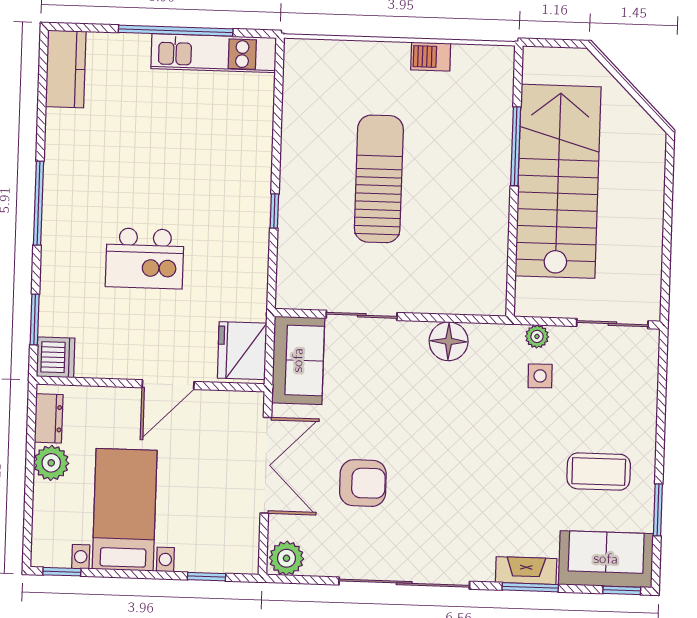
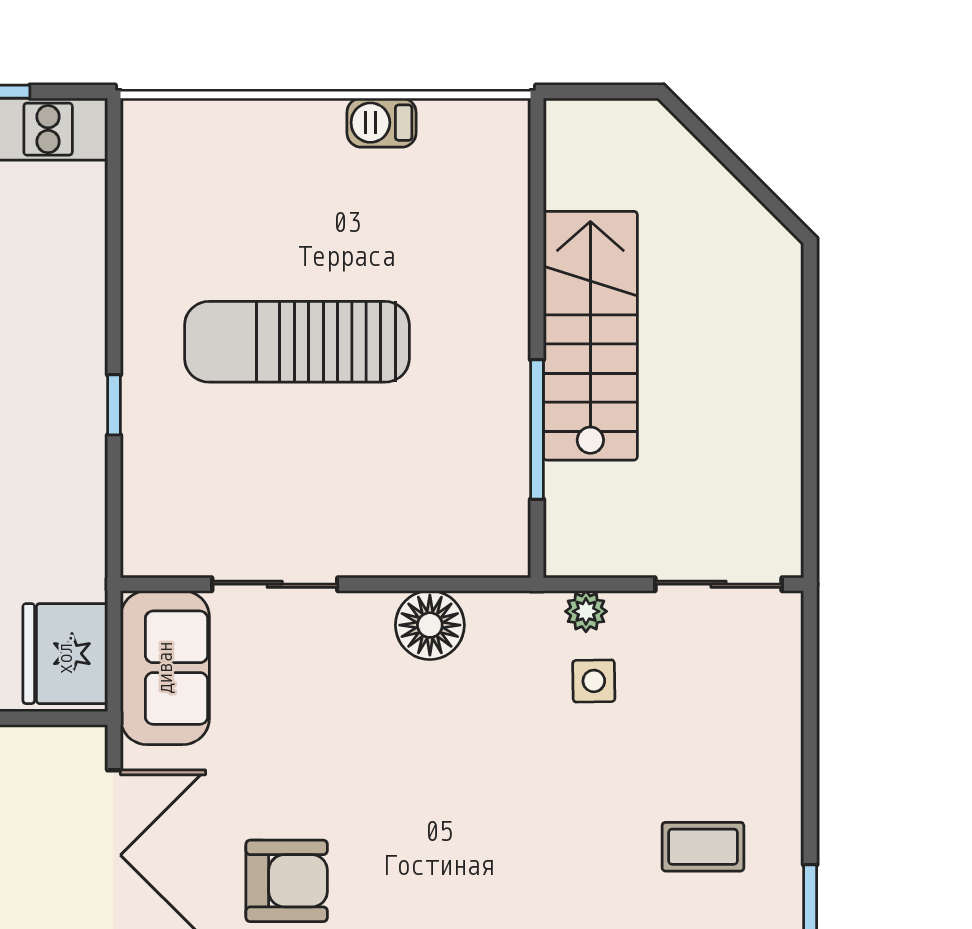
window: (516, 146) -> (537, 429), moved
sun lounger: (379, 179) -> (297, 342), turned -90
stairs: (558, 181) -> (590, 336), width x0.73, depth x0.66
coffee table: (599, 472) -> (703, 847), width x0.73, depth x0.77

